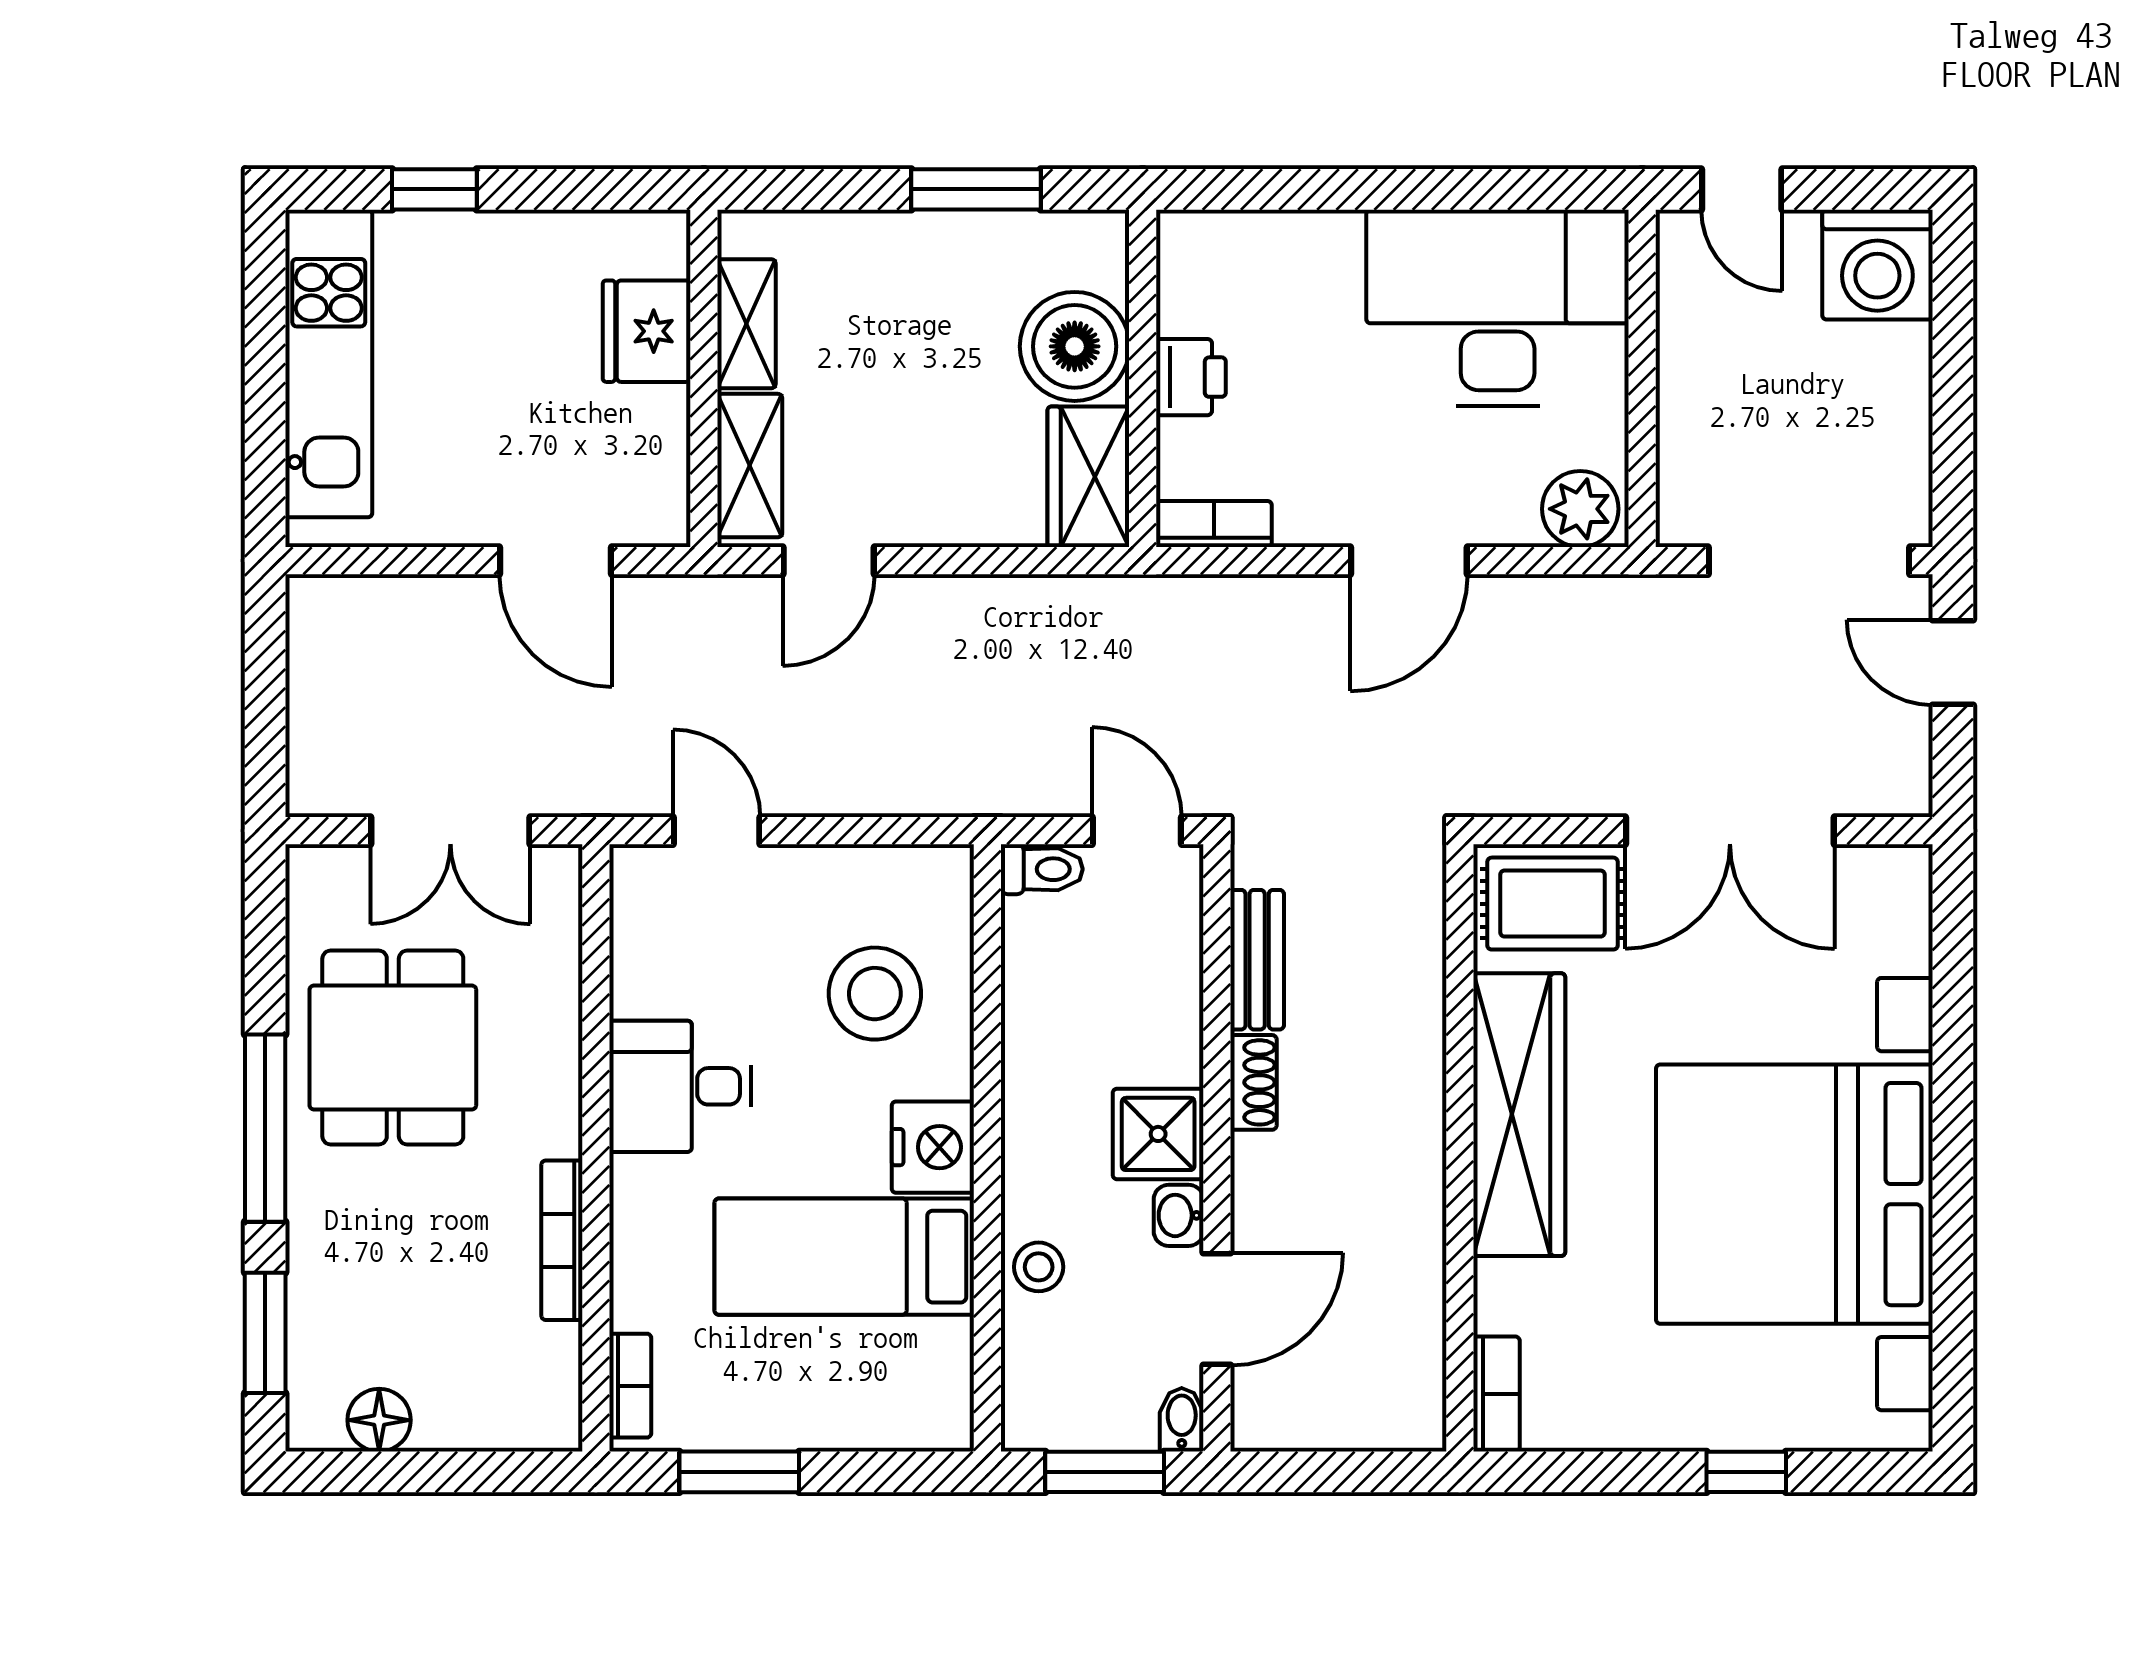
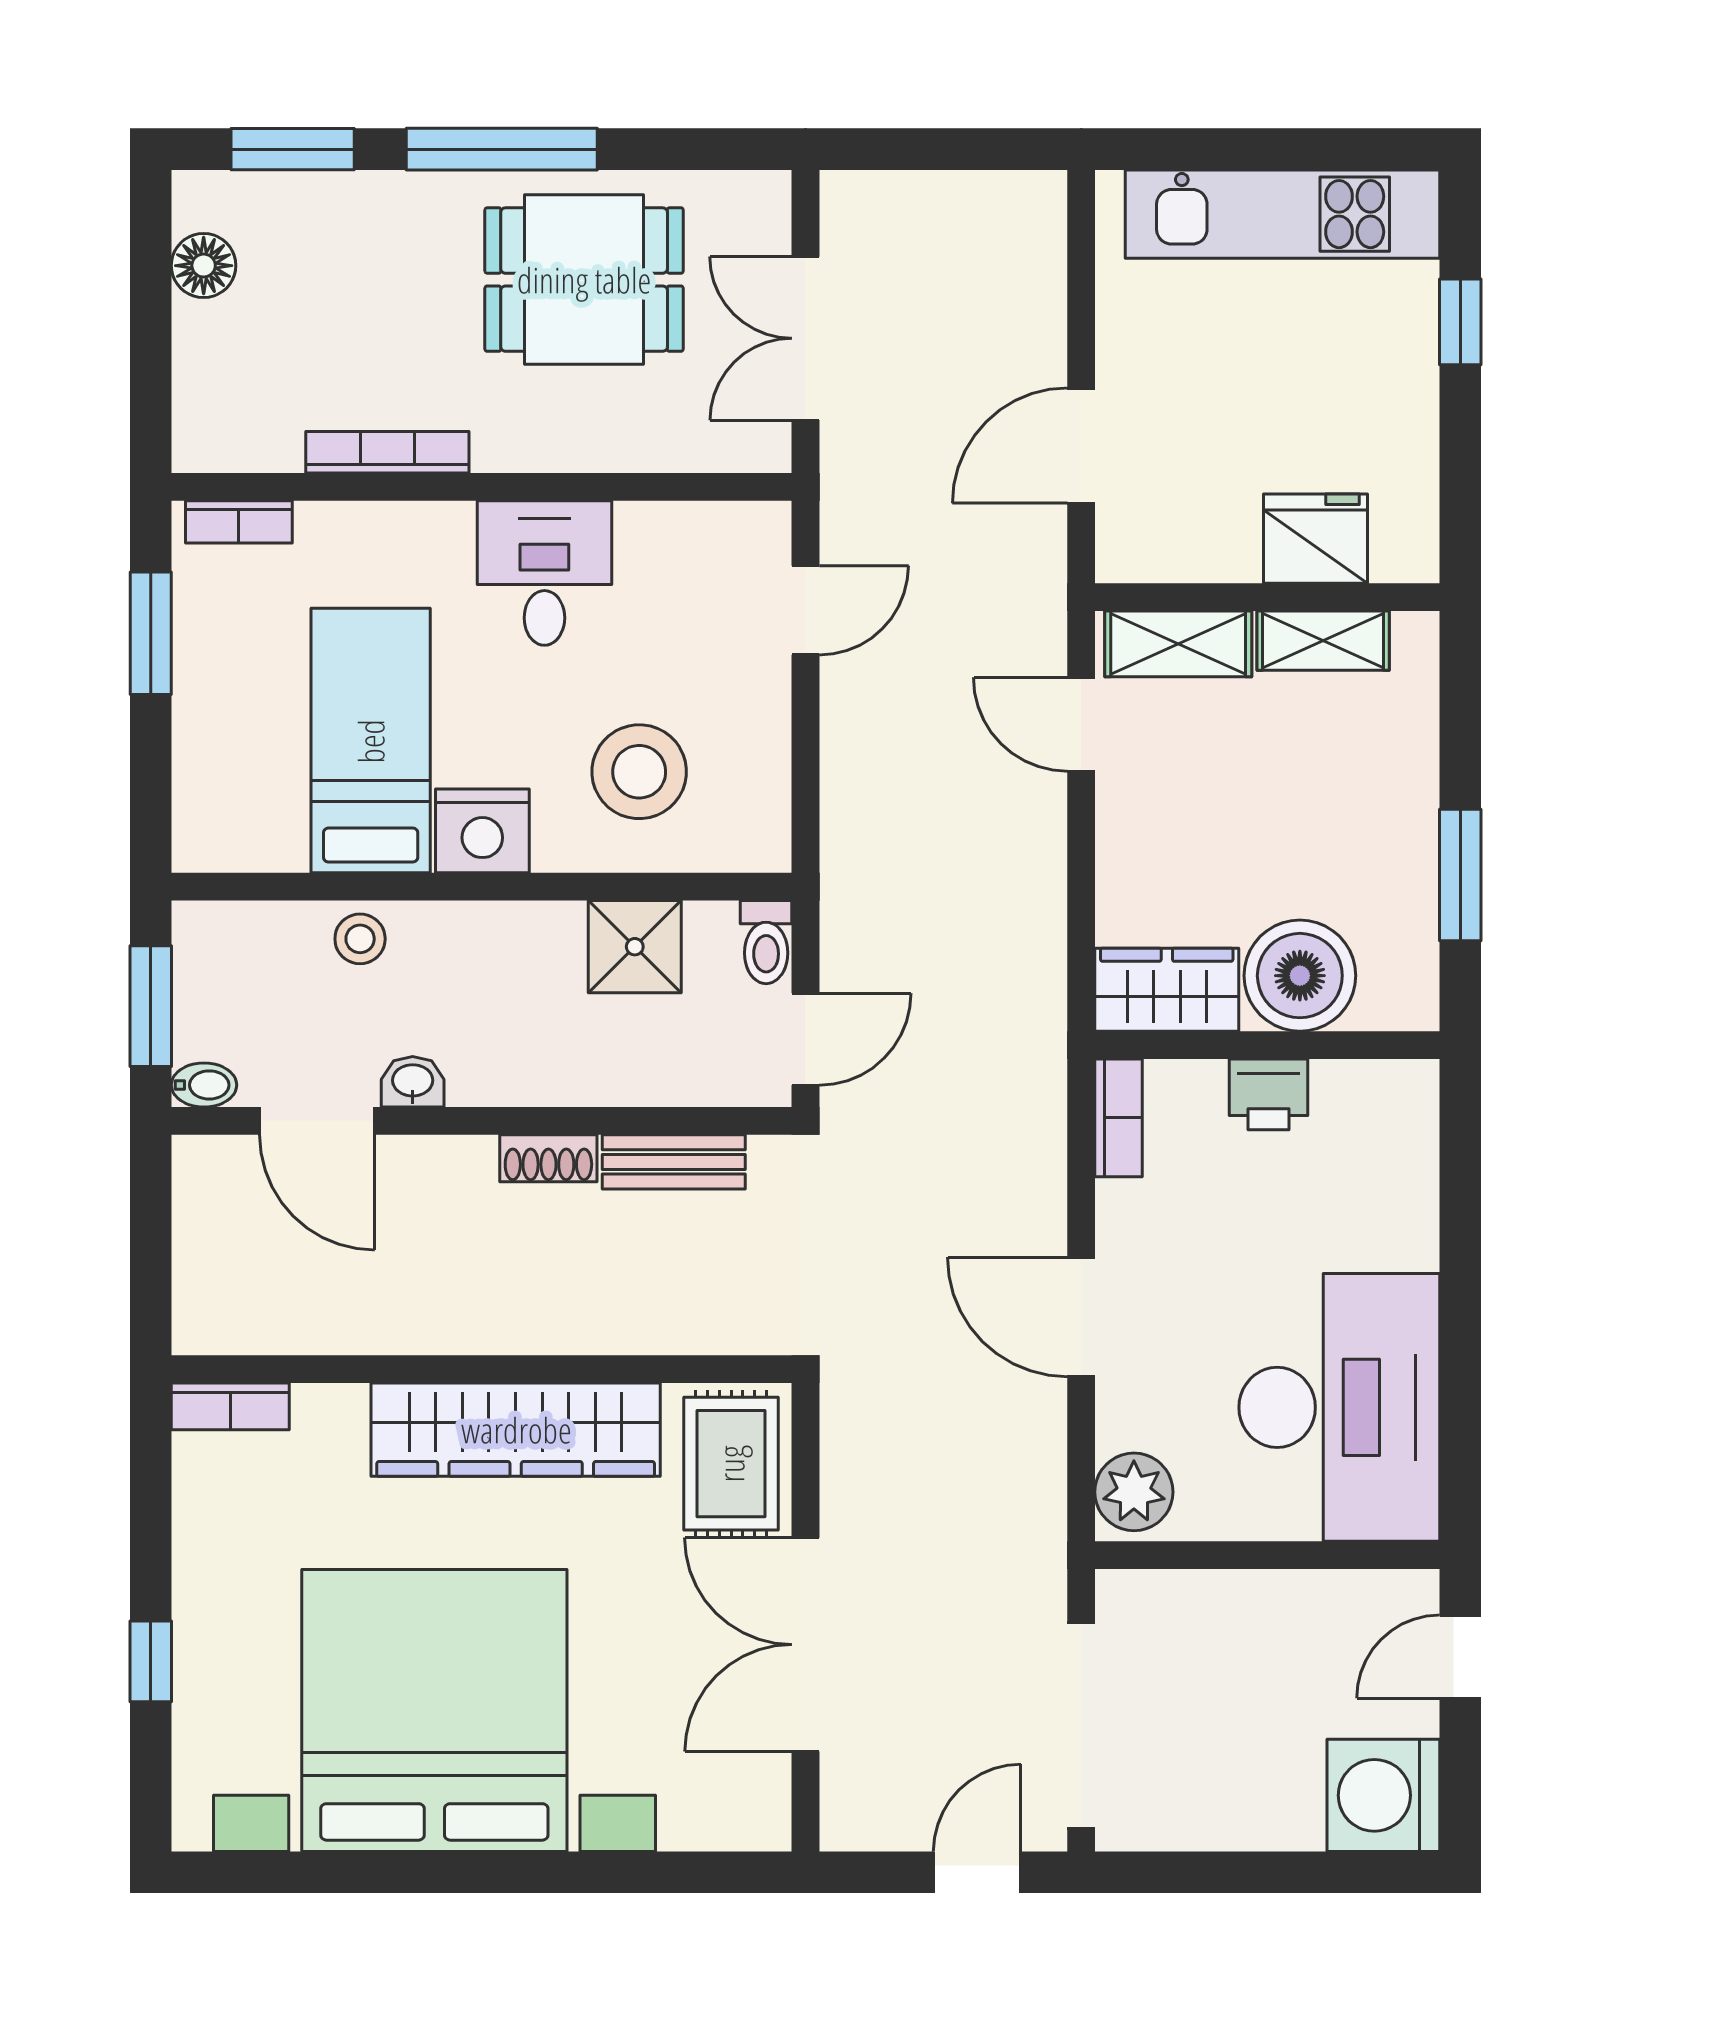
shower: (1158, 1134) -> (635, 947), moved

